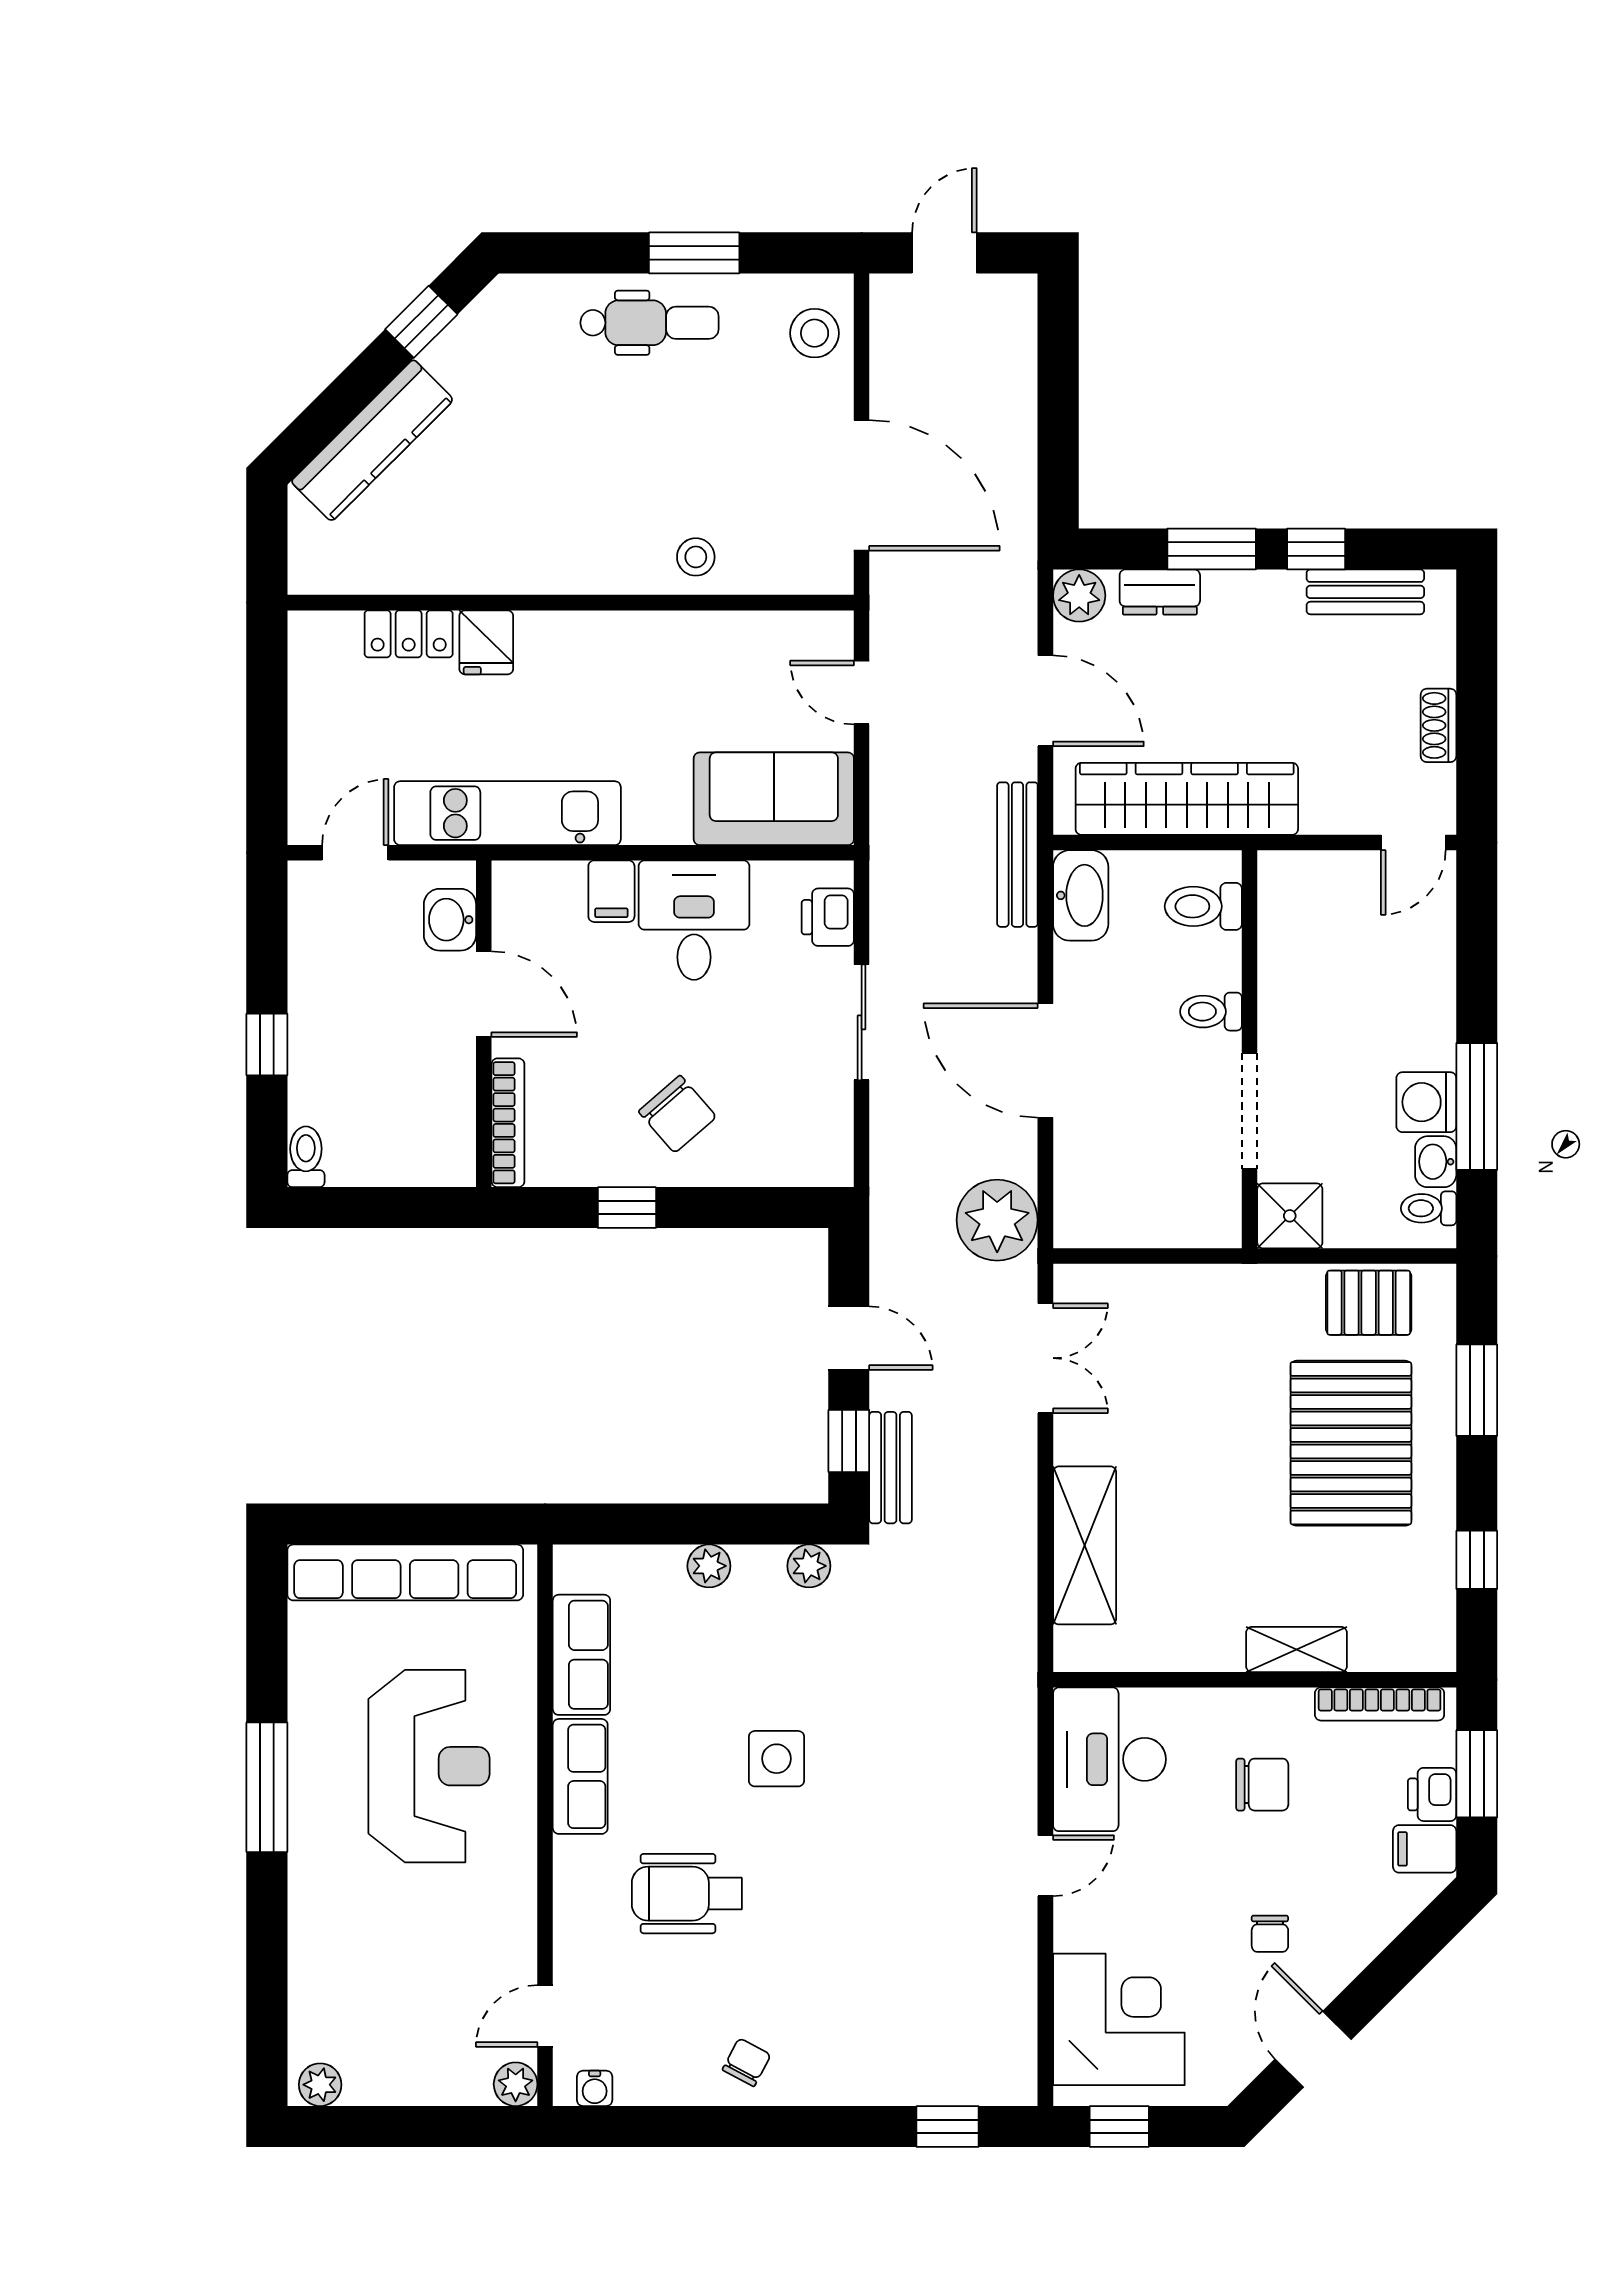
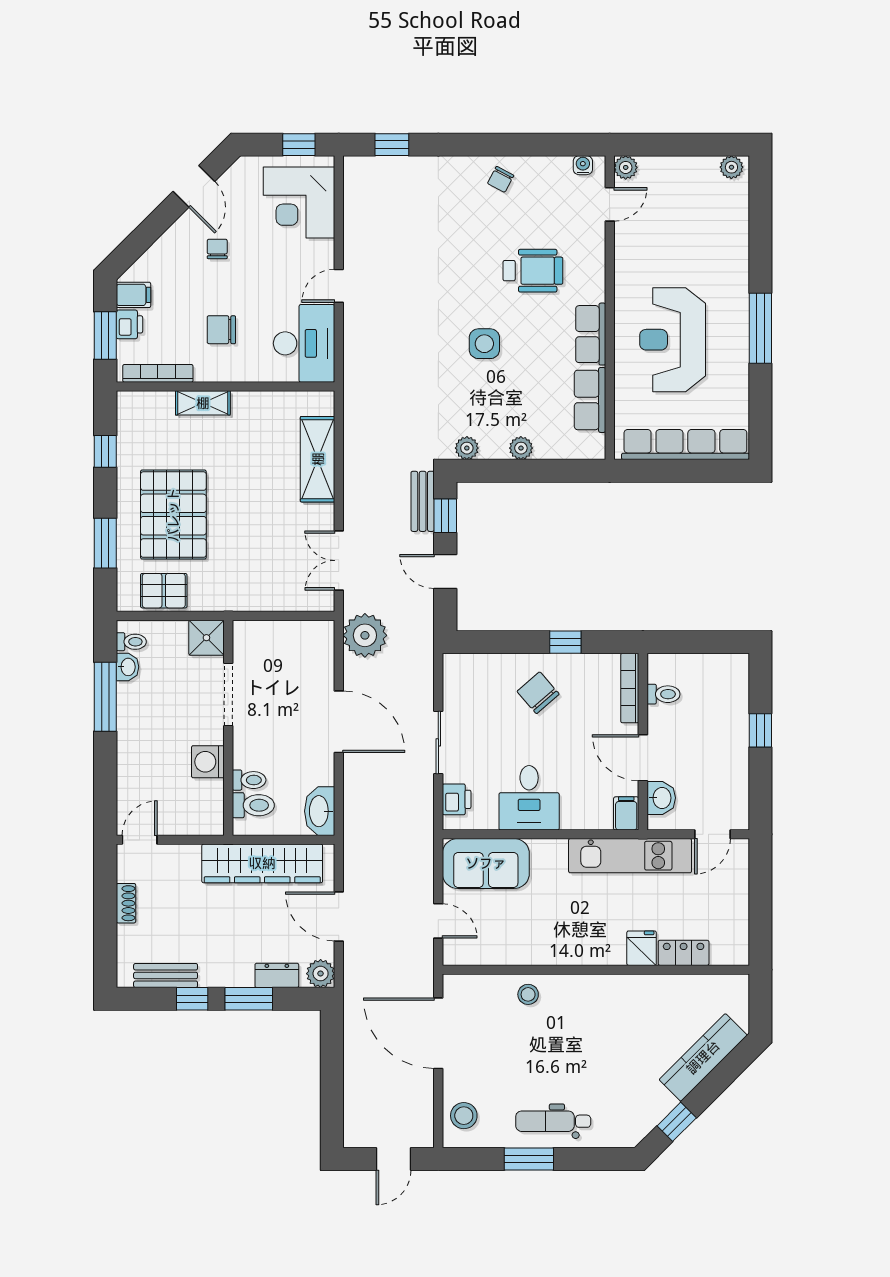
bench: (1017, 855) -> (354, 833), removed
filing cabinet: (611, 891) -> (626, 813), moved
toilet: (1211, 1012) -> (249, 780), moved
washing machine: (1426, 1102) -> (208, 762), moved, turned 180
toilet: (306, 1157) -> (663, 694), moved, turned -90

